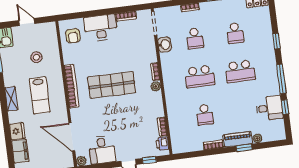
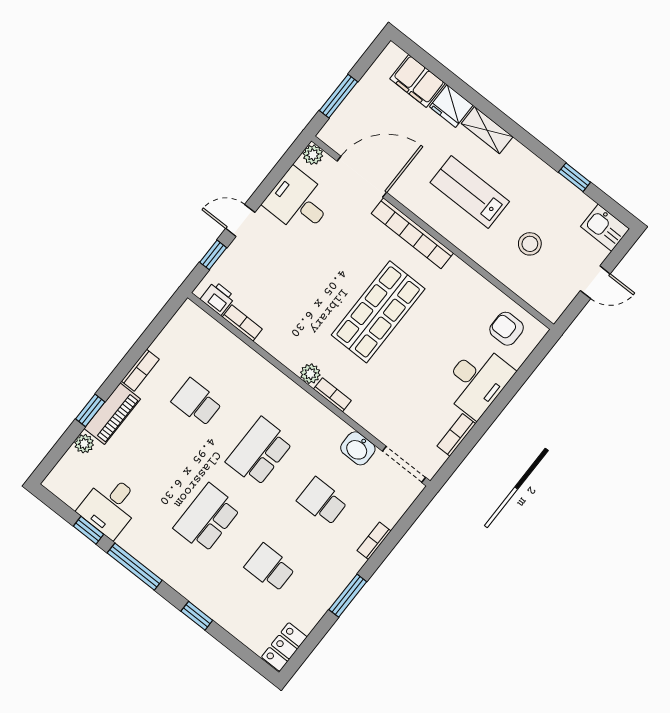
bookcase: (72, 86) -> (412, 233), moved
shelving: (11, 99) -> (487, 130), moved

